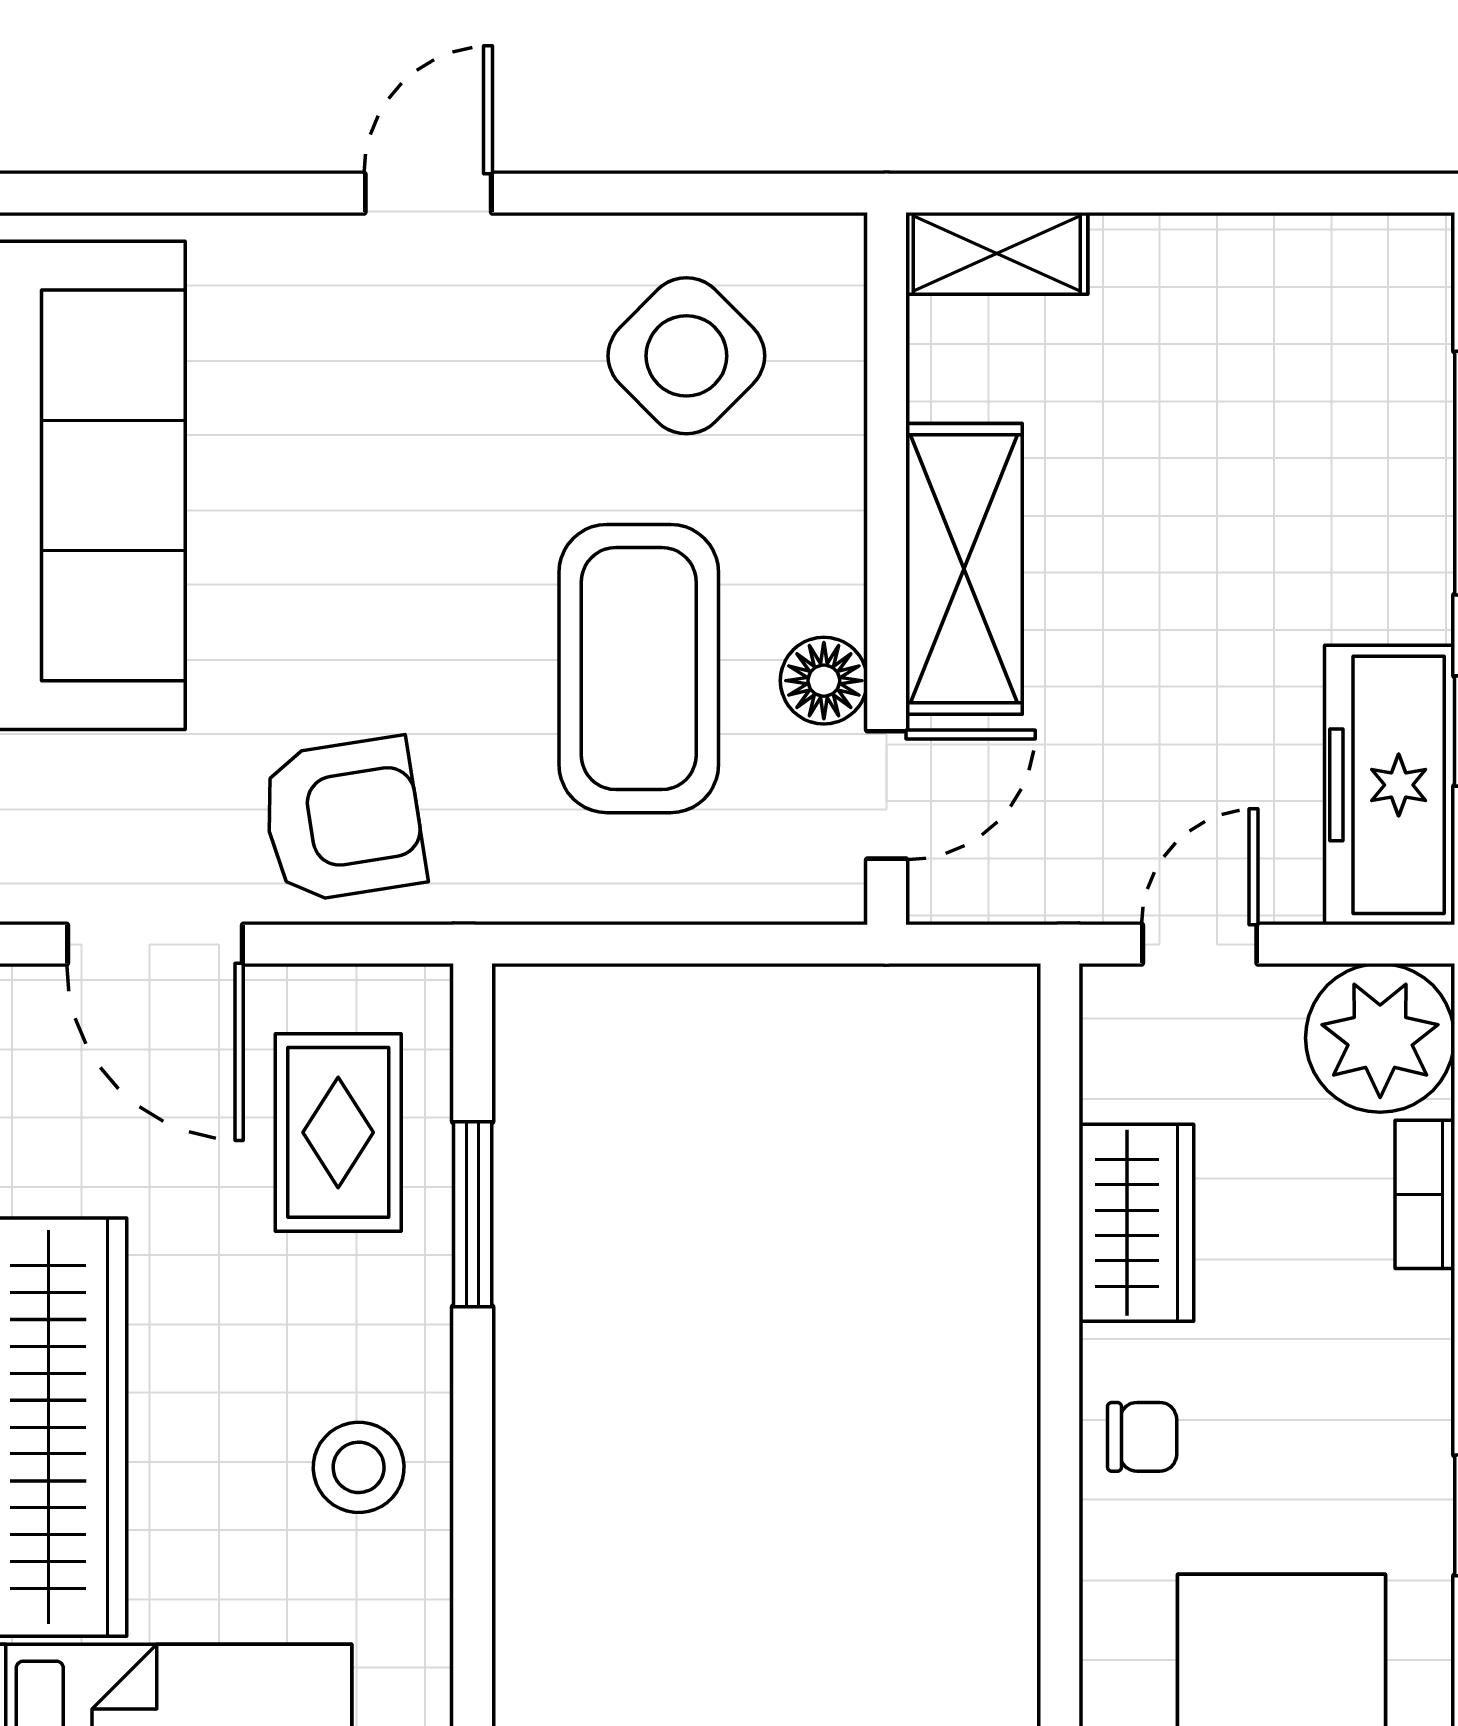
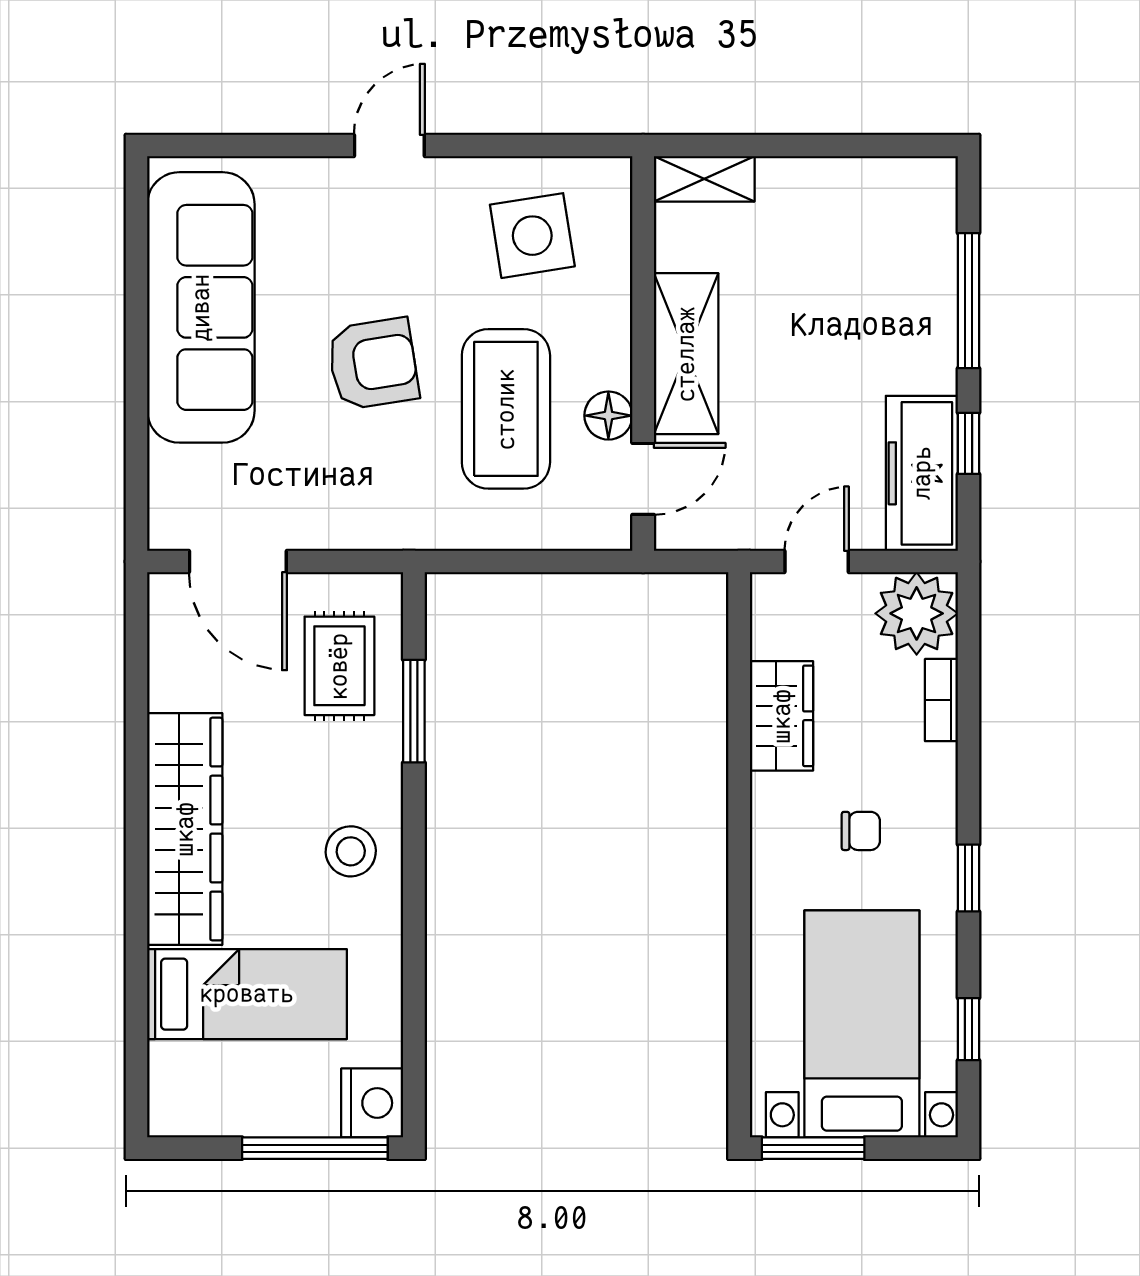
side table: (686, 356) -> (532, 236), turned 36
armchair: (343, 820) -> (373, 364), moved
chair: (1142, 1437) -> (861, 831), moved

